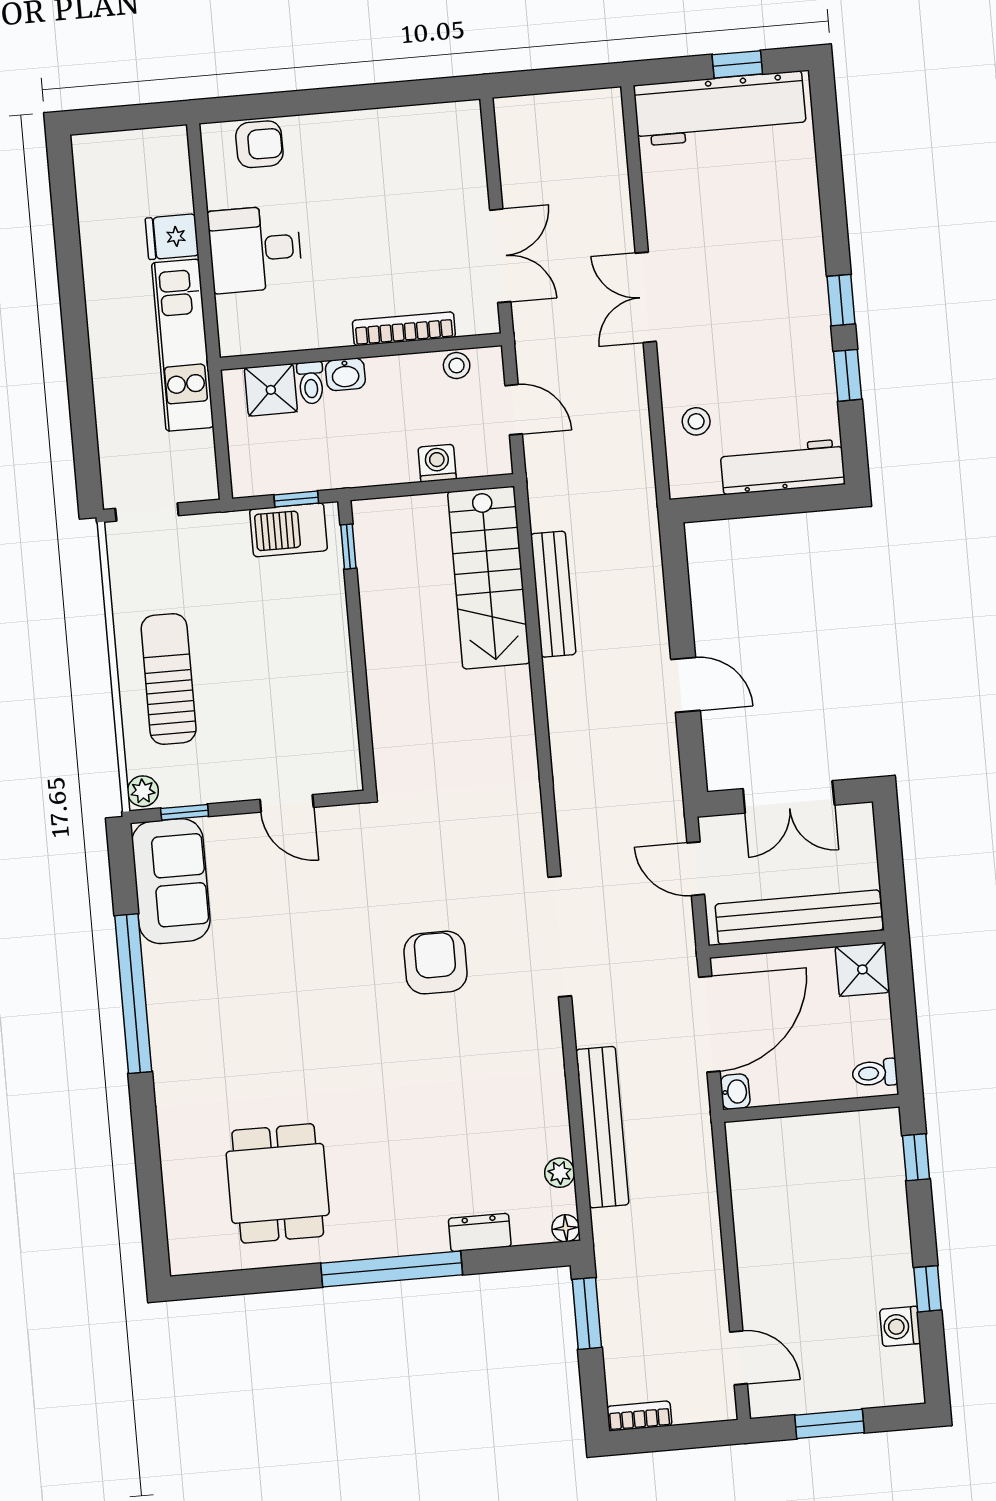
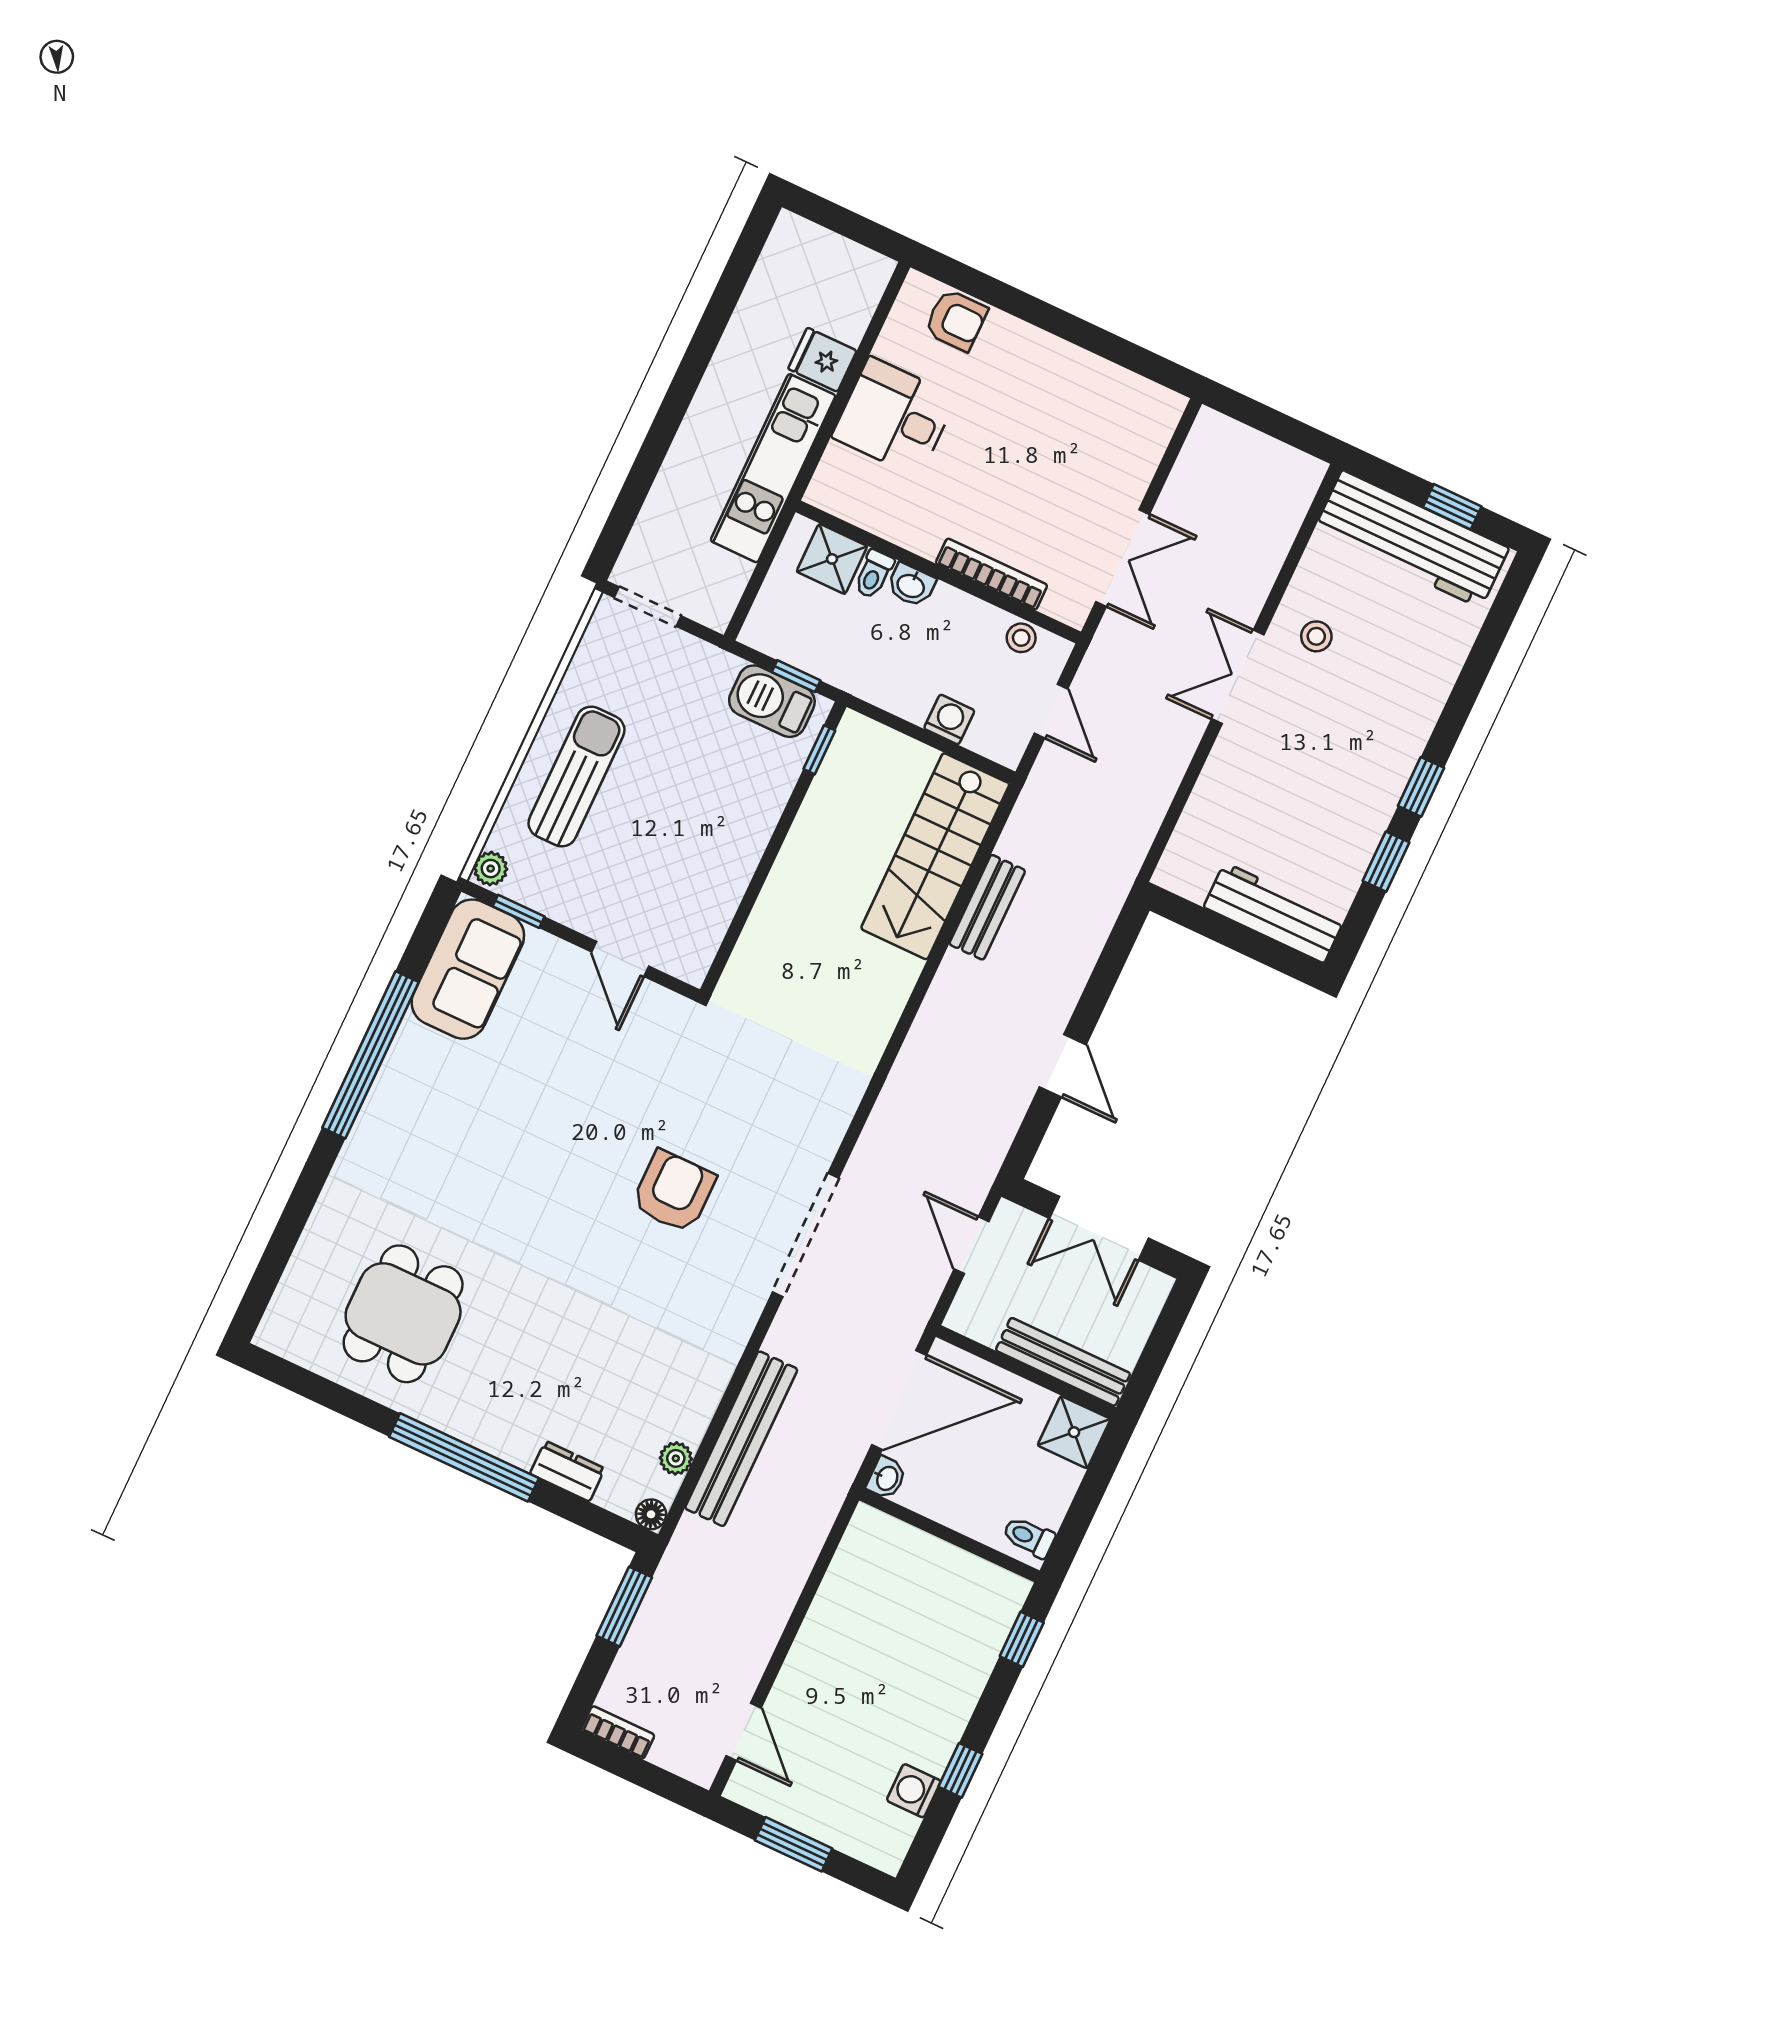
stool: (696, 421) -> (1316, 636), moved
bench: (553, 594) -> (987, 907), width x0.73
bench: (799, 917) -> (1063, 1362), width x0.73, depth x0.82

